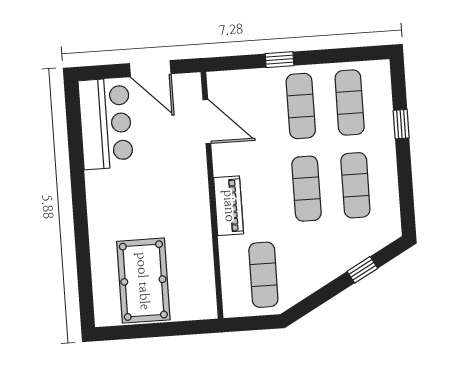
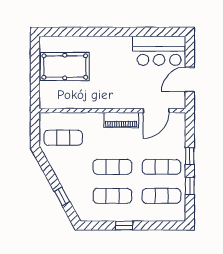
window: (330, 56) -> (190, 186), added
window: (401, 124) -> (124, 225), moved
piano: (229, 206) -> (121, 120), moved

